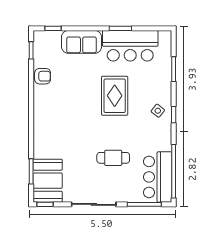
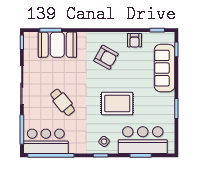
sofa: (82, 42) -> (165, 68), width x1.36
bar counter: (130, 46) -> (143, 140), moved, turned 90
armchair: (62, 108) -> (106, 57), added
cafe table: (113, 158) -> (63, 102), turned -39
booth: (48, 181) -> (57, 45), moved

